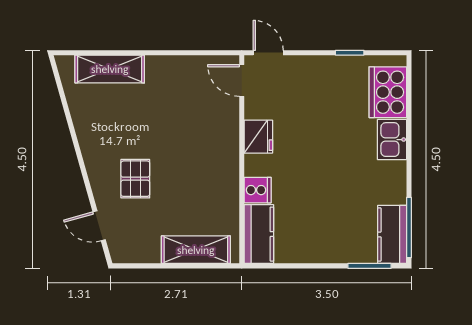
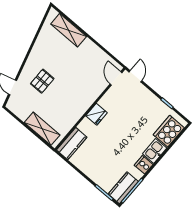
fridge: (258, 137) -> (96, 114), moved
cooker: (258, 190) -> (144, 165), moved, turned 180

